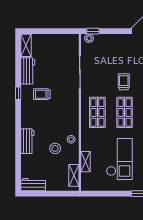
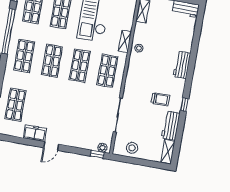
trolley: (124, 82) -> (75, 97), removed
workbench: (27, 141) -> (182, 65), moved
stool: (55, 148) -> (132, 148), moved
shelving: (86, 162) -> (125, 41), moved

